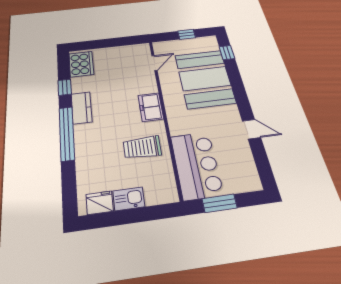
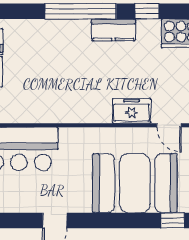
freezer: (151, 107) -> (132, 111), moved
trolley: (142, 147) -> (50, 94), removed

